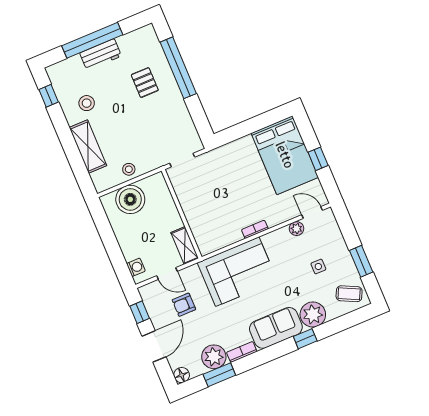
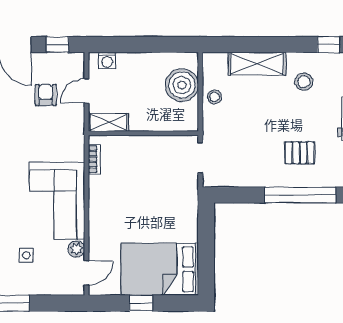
bookcase: (255, 229) -> (94, 159), moved
corner sofa: (237, 272) -> (57, 201), moved

